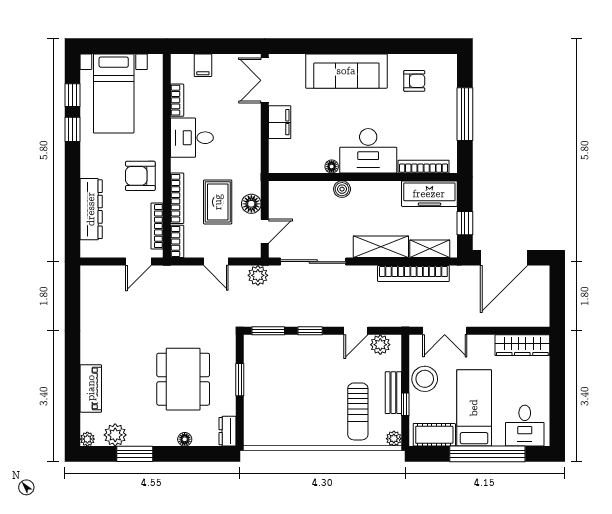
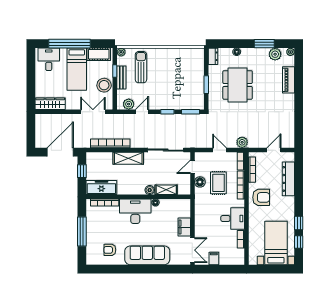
filing cabinet: (203, 65) -> (214, 259), moved
shelving: (430, 249) -> (166, 190), moved
door: (138, 262) -> (274, 150), moved
plant: (258, 275) -> (242, 142), moved

